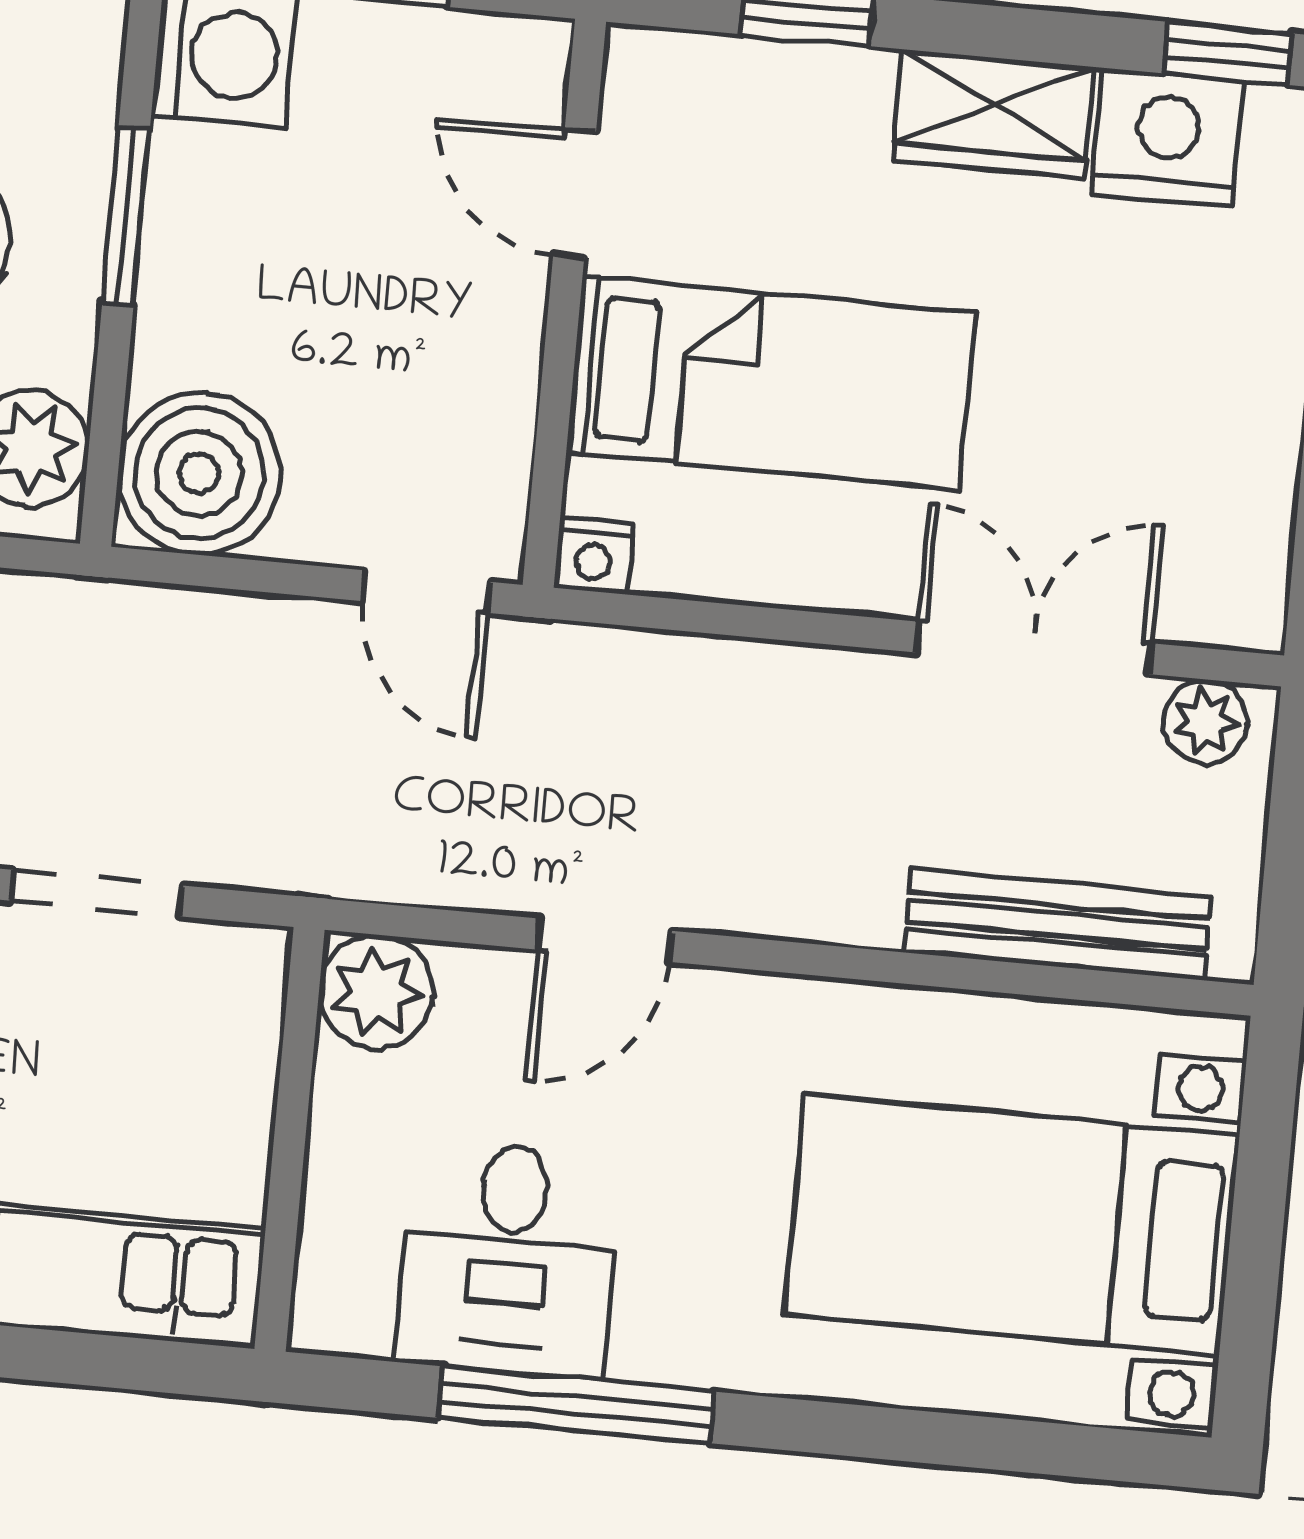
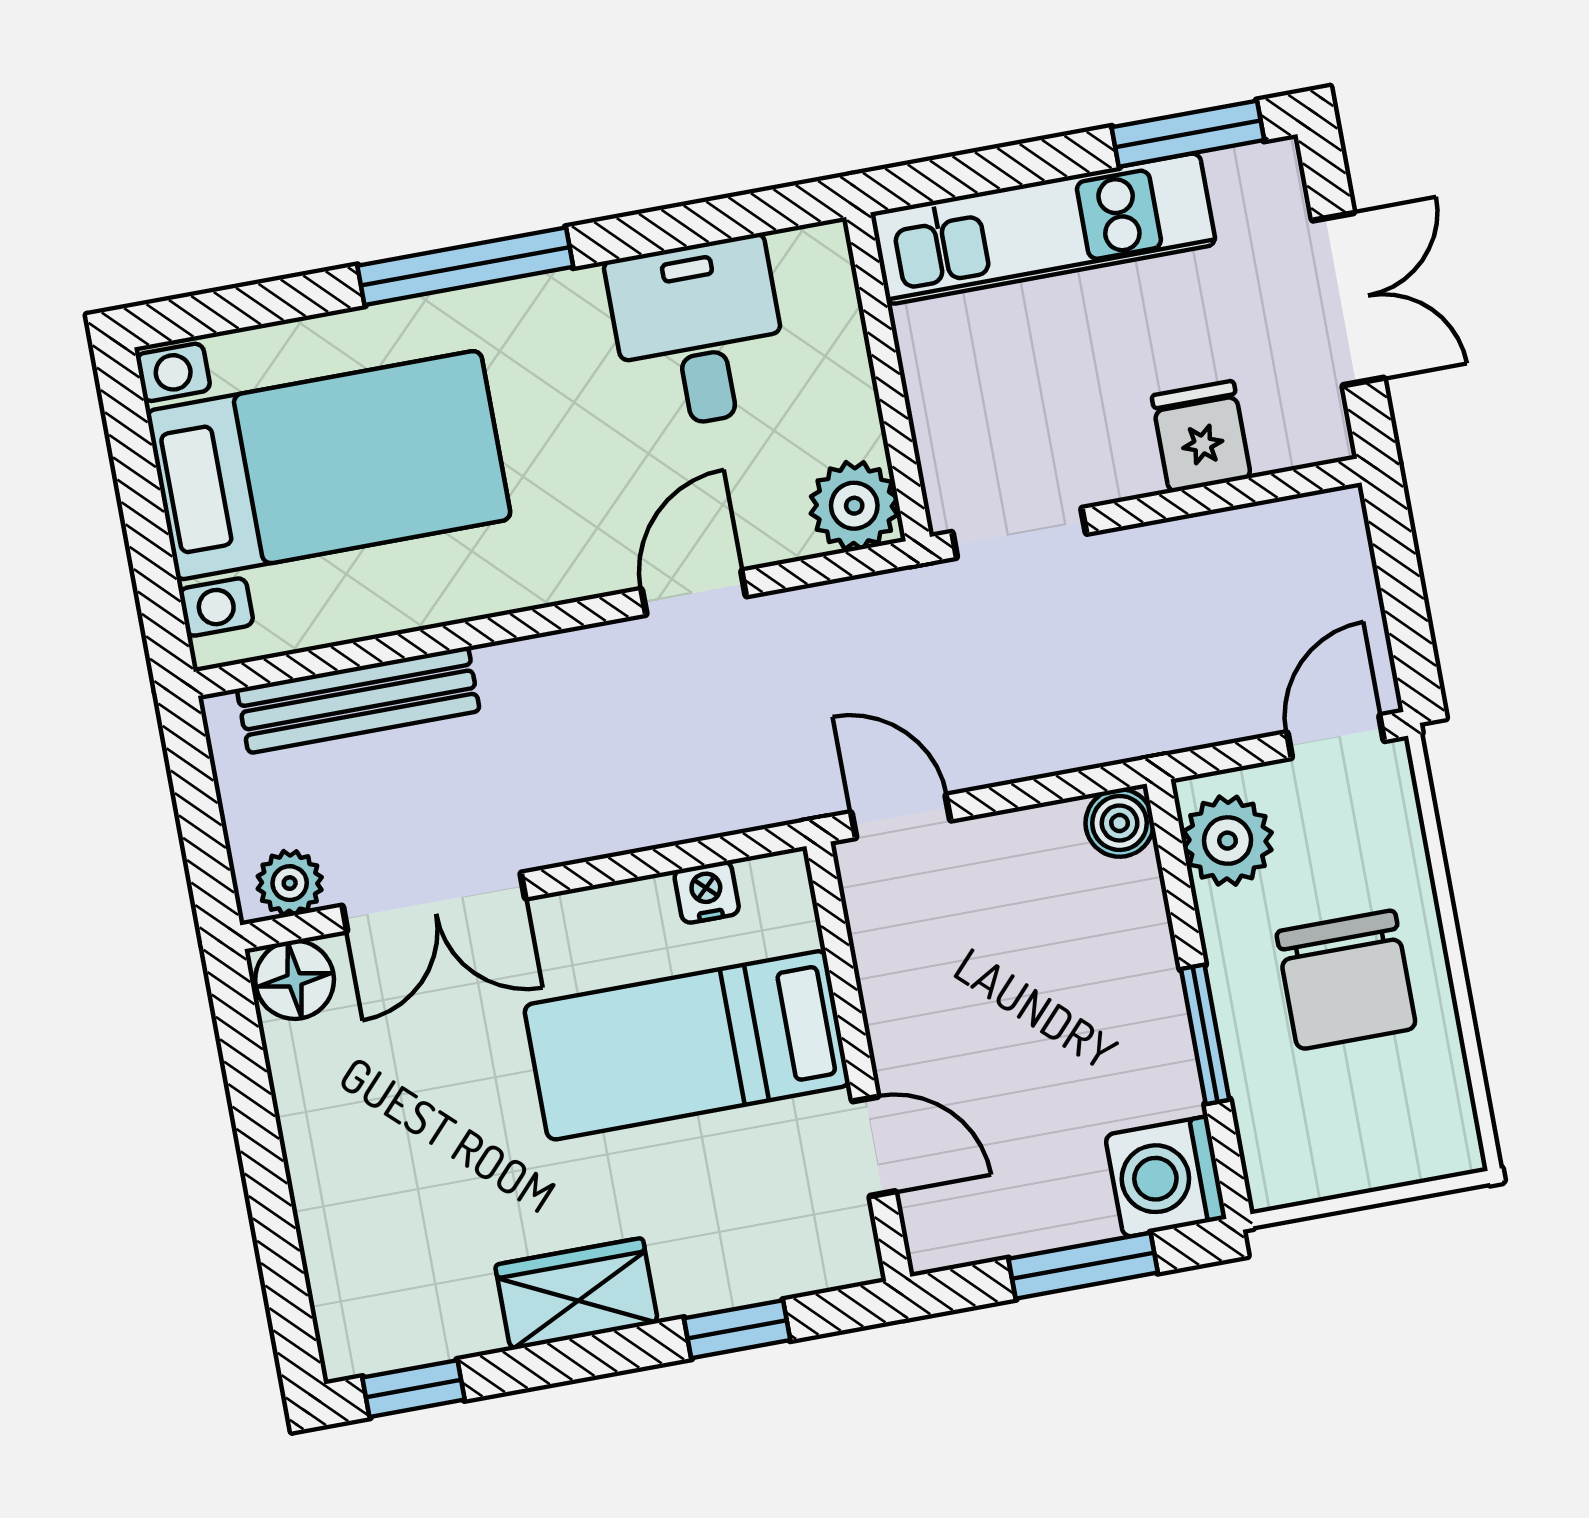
nightstand: (1167, 138) -> (441, 1313), removed
boiler: (199, 473) -> (1120, 823), width x0.54, depth x0.54
nightstand: (594, 556) -> (707, 892), moved
floor lamp: (1233, 600) -> (295, 980), added
doorway: (97, 893) -> (1019, 533), moved
window: (576, 1405) -> (465, 266), moved

